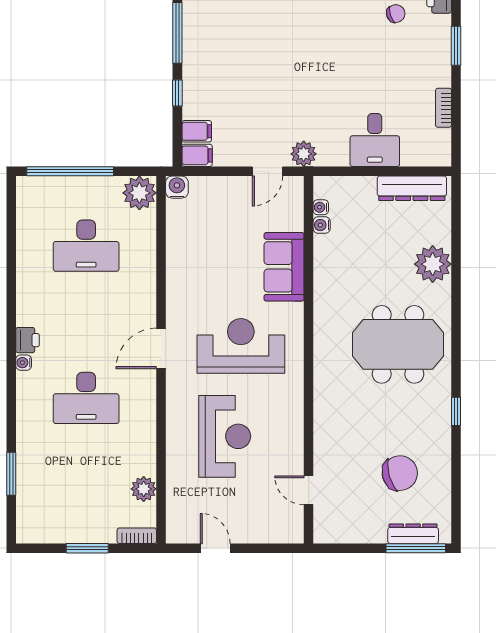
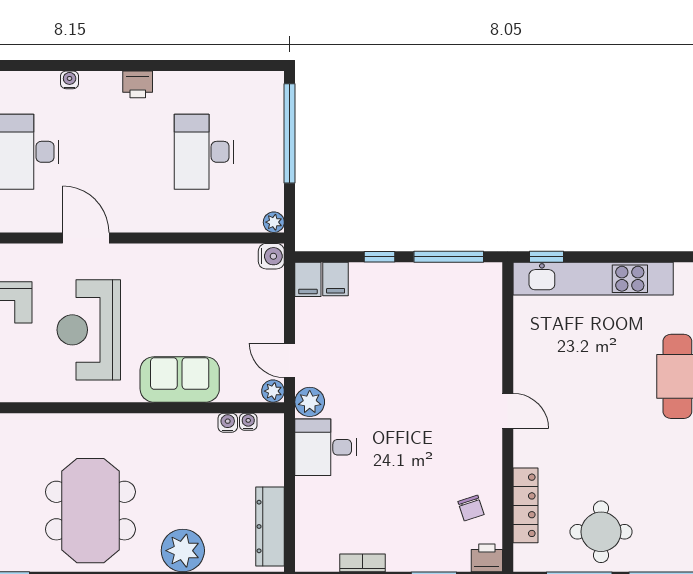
desk: (375, 140) -> (326, 447), moved
plant: (294, 186) -> (273, 391), added
plant: (139, 193) -> (274, 222), width x0.53, depth x0.53
printer: (28, 340) -> (138, 84), moved
reception desk: (241, 346) -> (89, 330), turned 180

